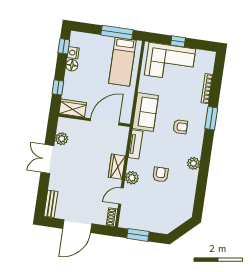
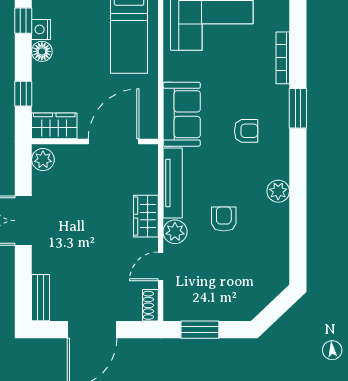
plant: (62, 139) -> (43, 160), moved
tv unit: (135, 144) -> (173, 183), width x1.41

